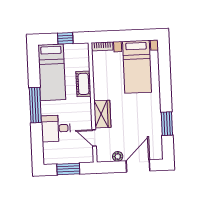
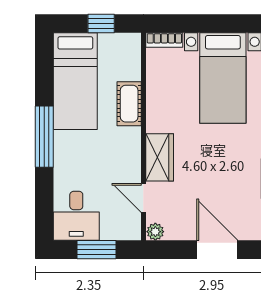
desk: (56, 128) -> (76, 216), moved, turned -90
plant: (118, 156) -> (155, 232), moved
door: (138, 166) -> (217, 250), hinge flipped

